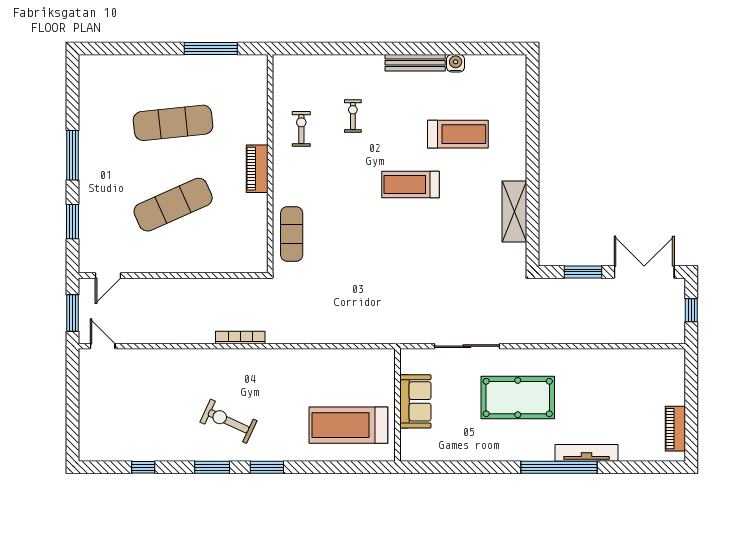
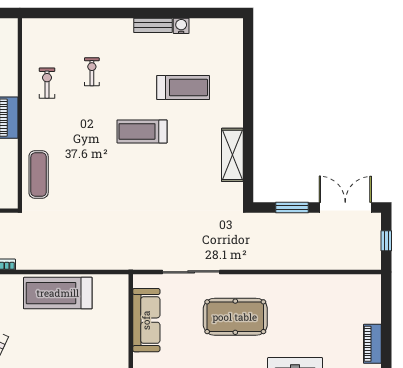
bench: (415, 63) -> (153, 25), width x0.73
sofa: (415, 401) -> (146, 320), width x1.36
treadmill: (348, 425) -> (58, 293), moved

